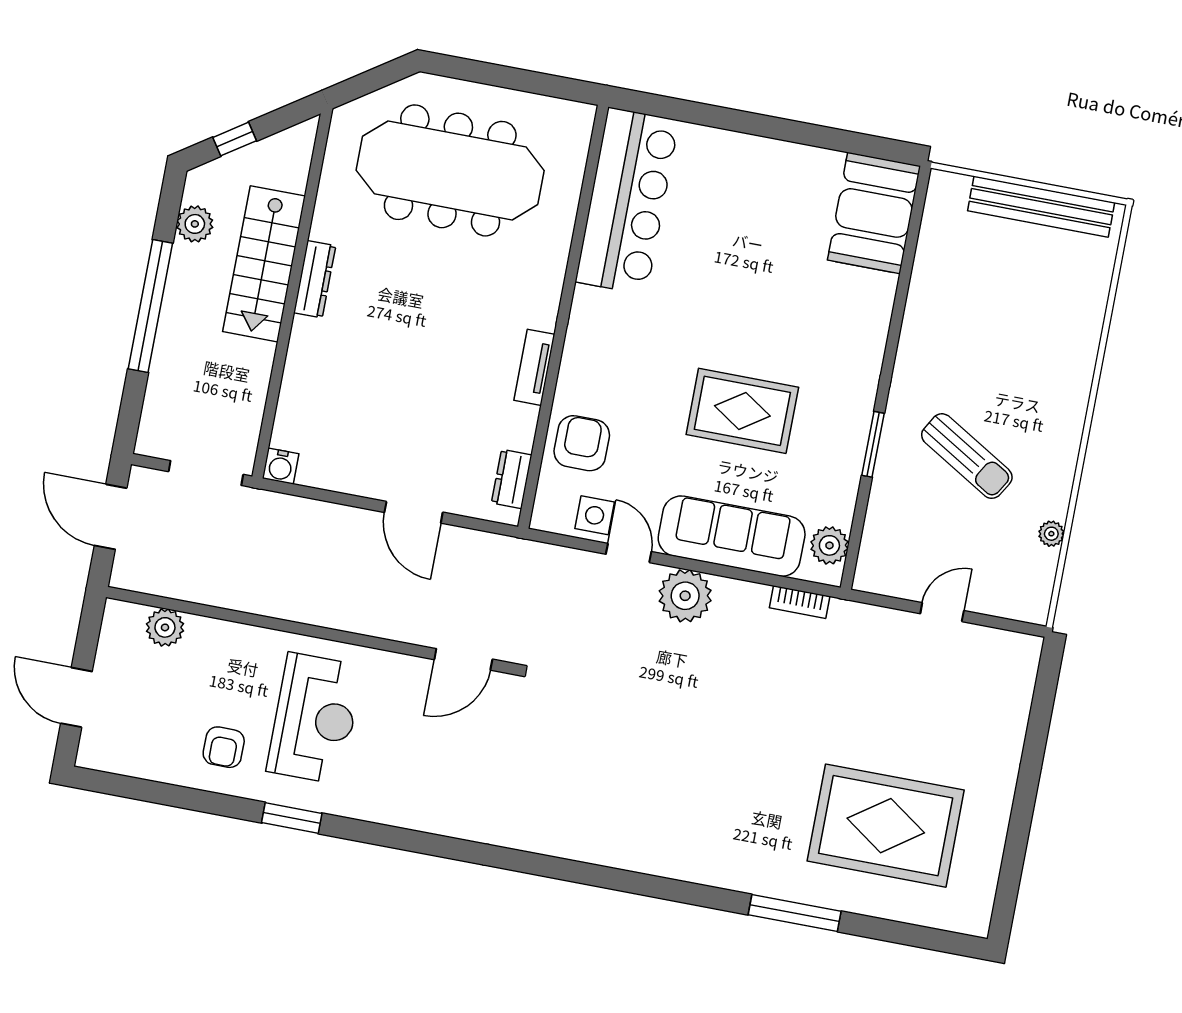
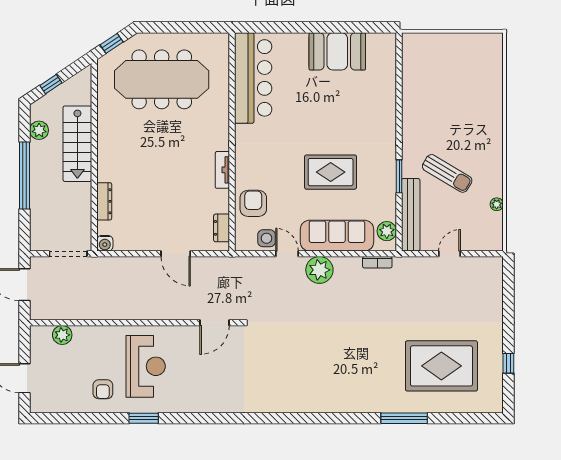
window: (367, 83) -> (112, 43), added
bench: (1041, 207) -> (411, 215), moved, turned 90
booth: (874, 213) -> (337, 51), moved, turned 90
dresser: (315, 279) -> (104, 201), moved
window: (1016, 845) -> (508, 363), added

